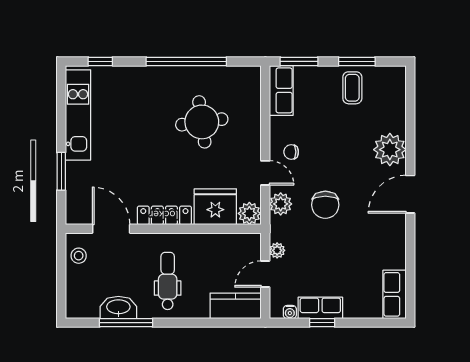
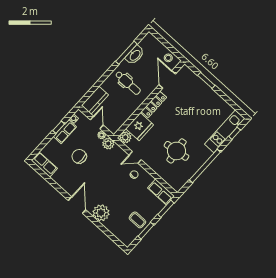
kitchen unit: (78, 115) -> (225, 131), moved, turned 90
plant: (281, 204) -> (108, 144), moved
chair: (325, 205) -> (79, 156), moved
door: (111, 229) -> (167, 79), swing flipped

